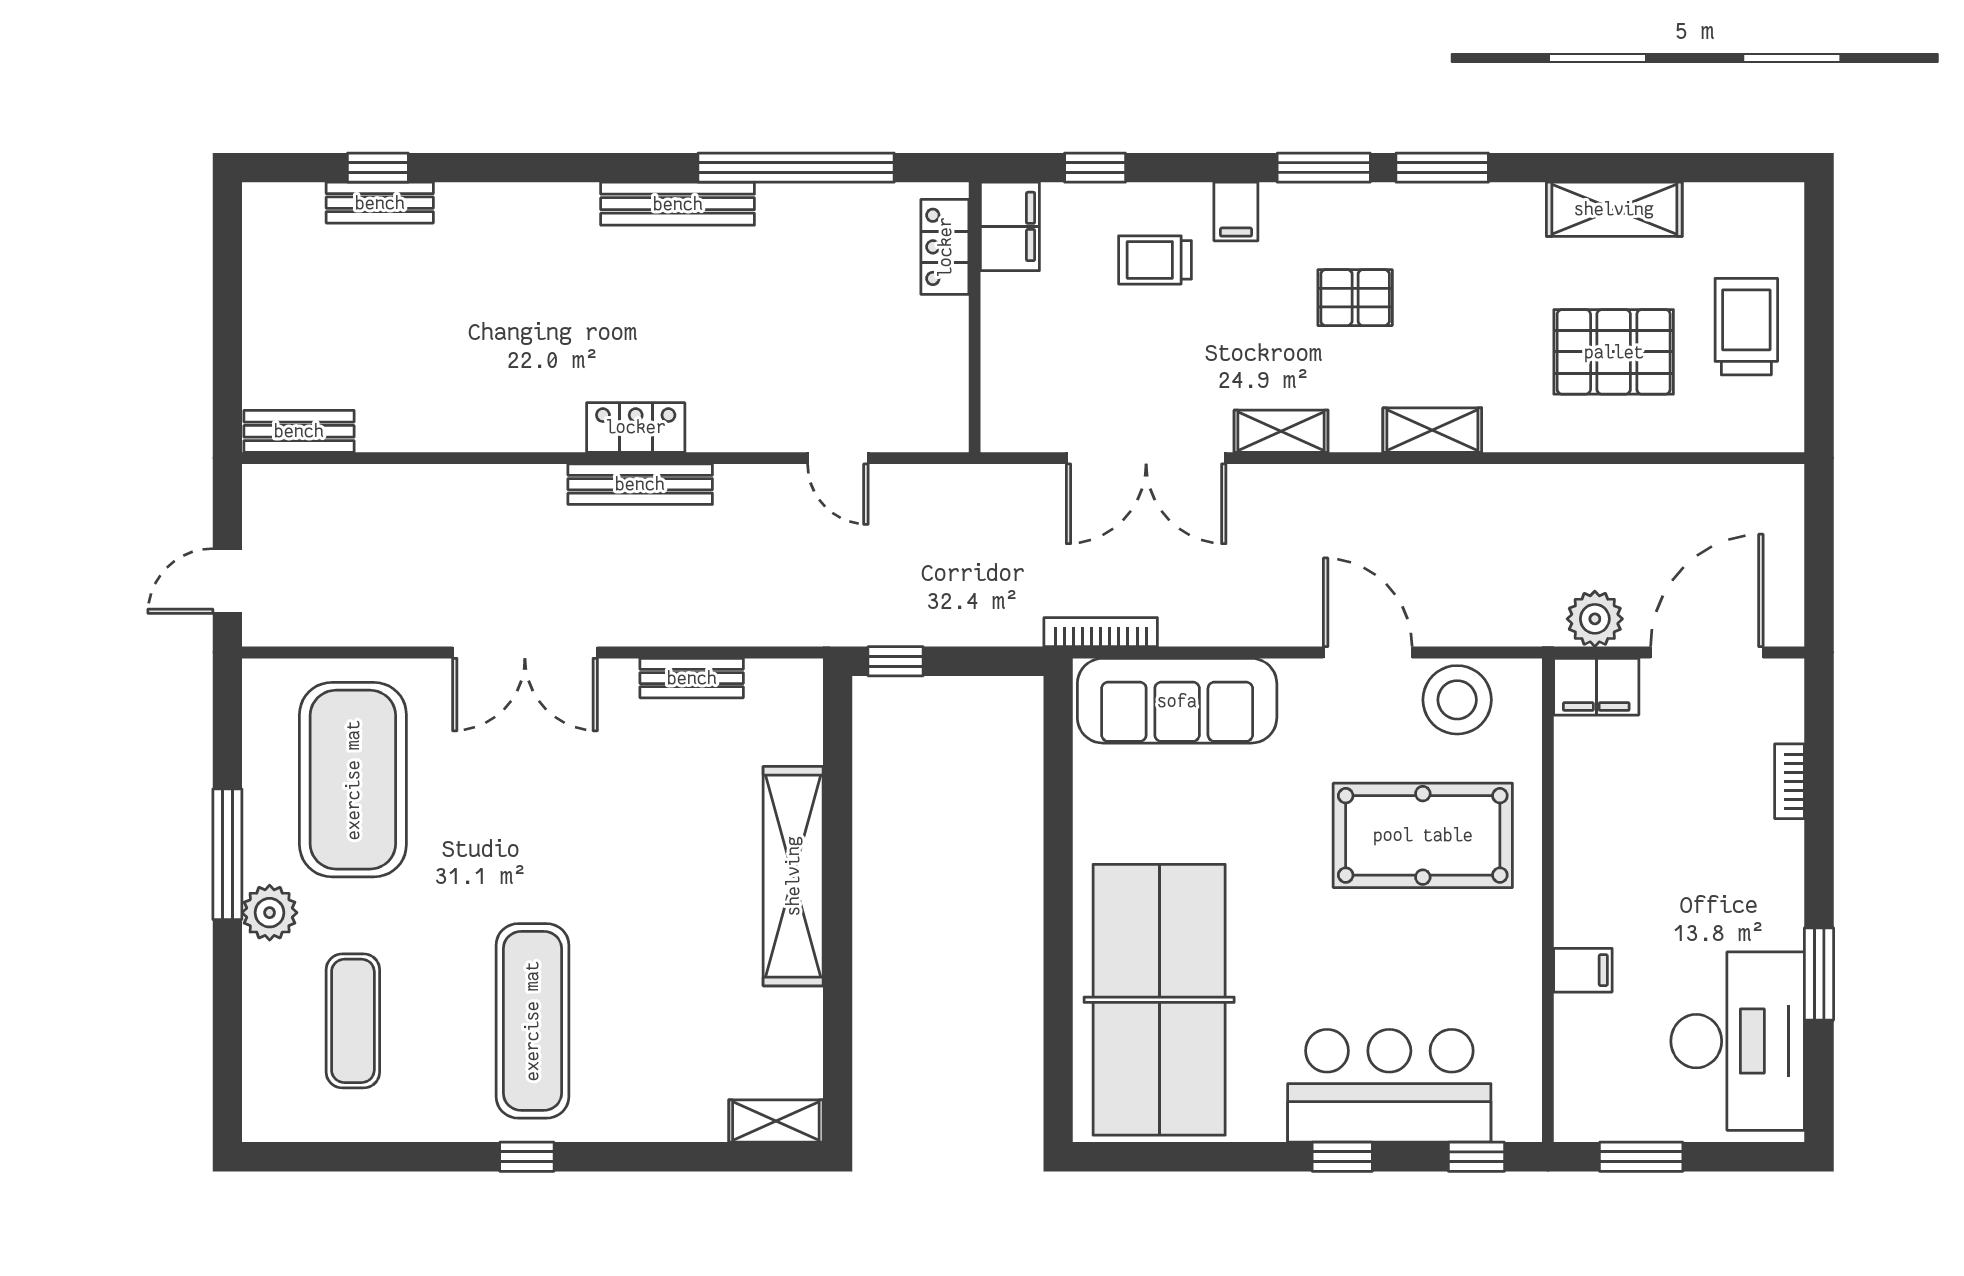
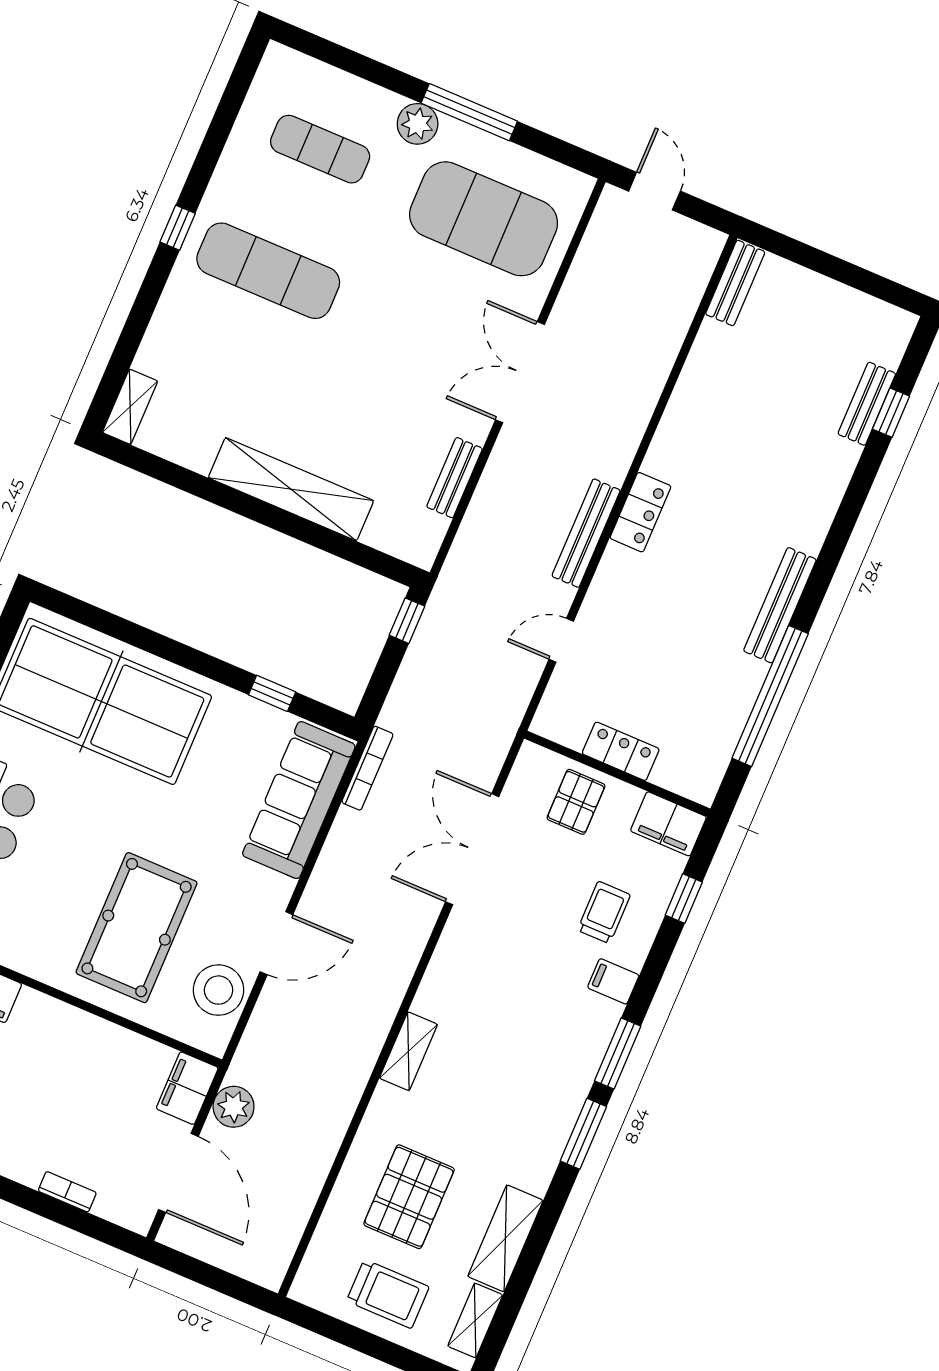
locker: (945, 247) -> (621, 751), moved
pallet: (1355, 298) -> (576, 802), moved
shelving: (1281, 431) -> (475, 1320), moved
bench: (640, 484) -> (586, 533), moved
window: (1058, 791) -> (272, 693), added

